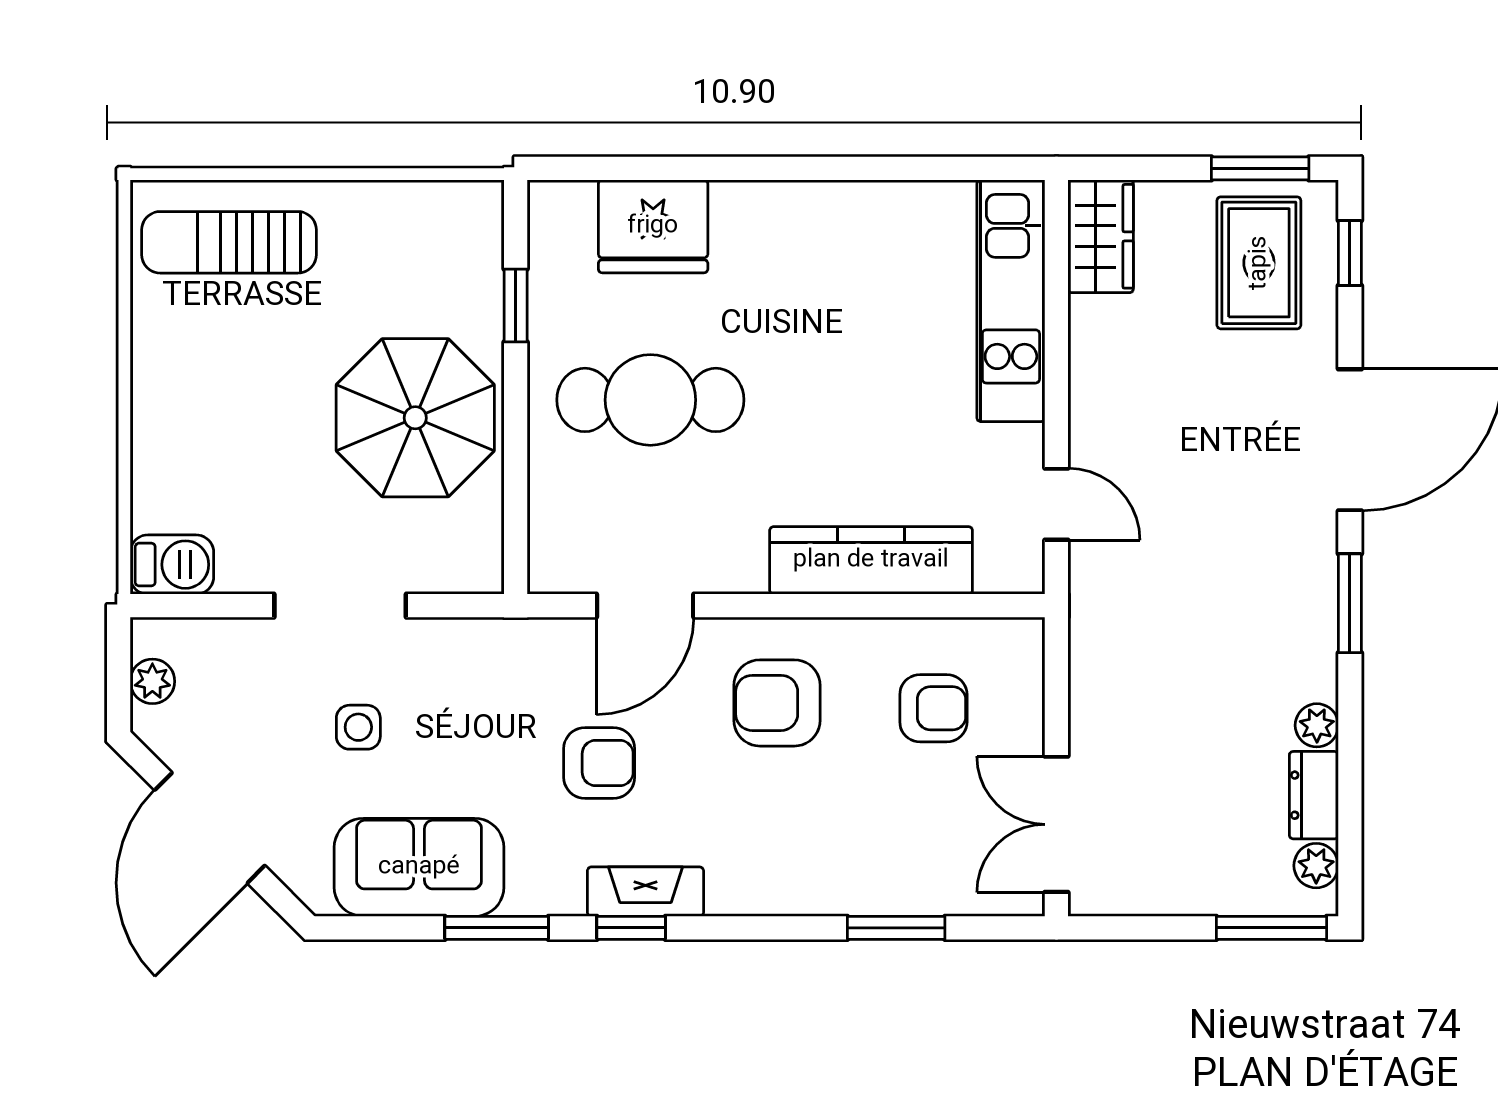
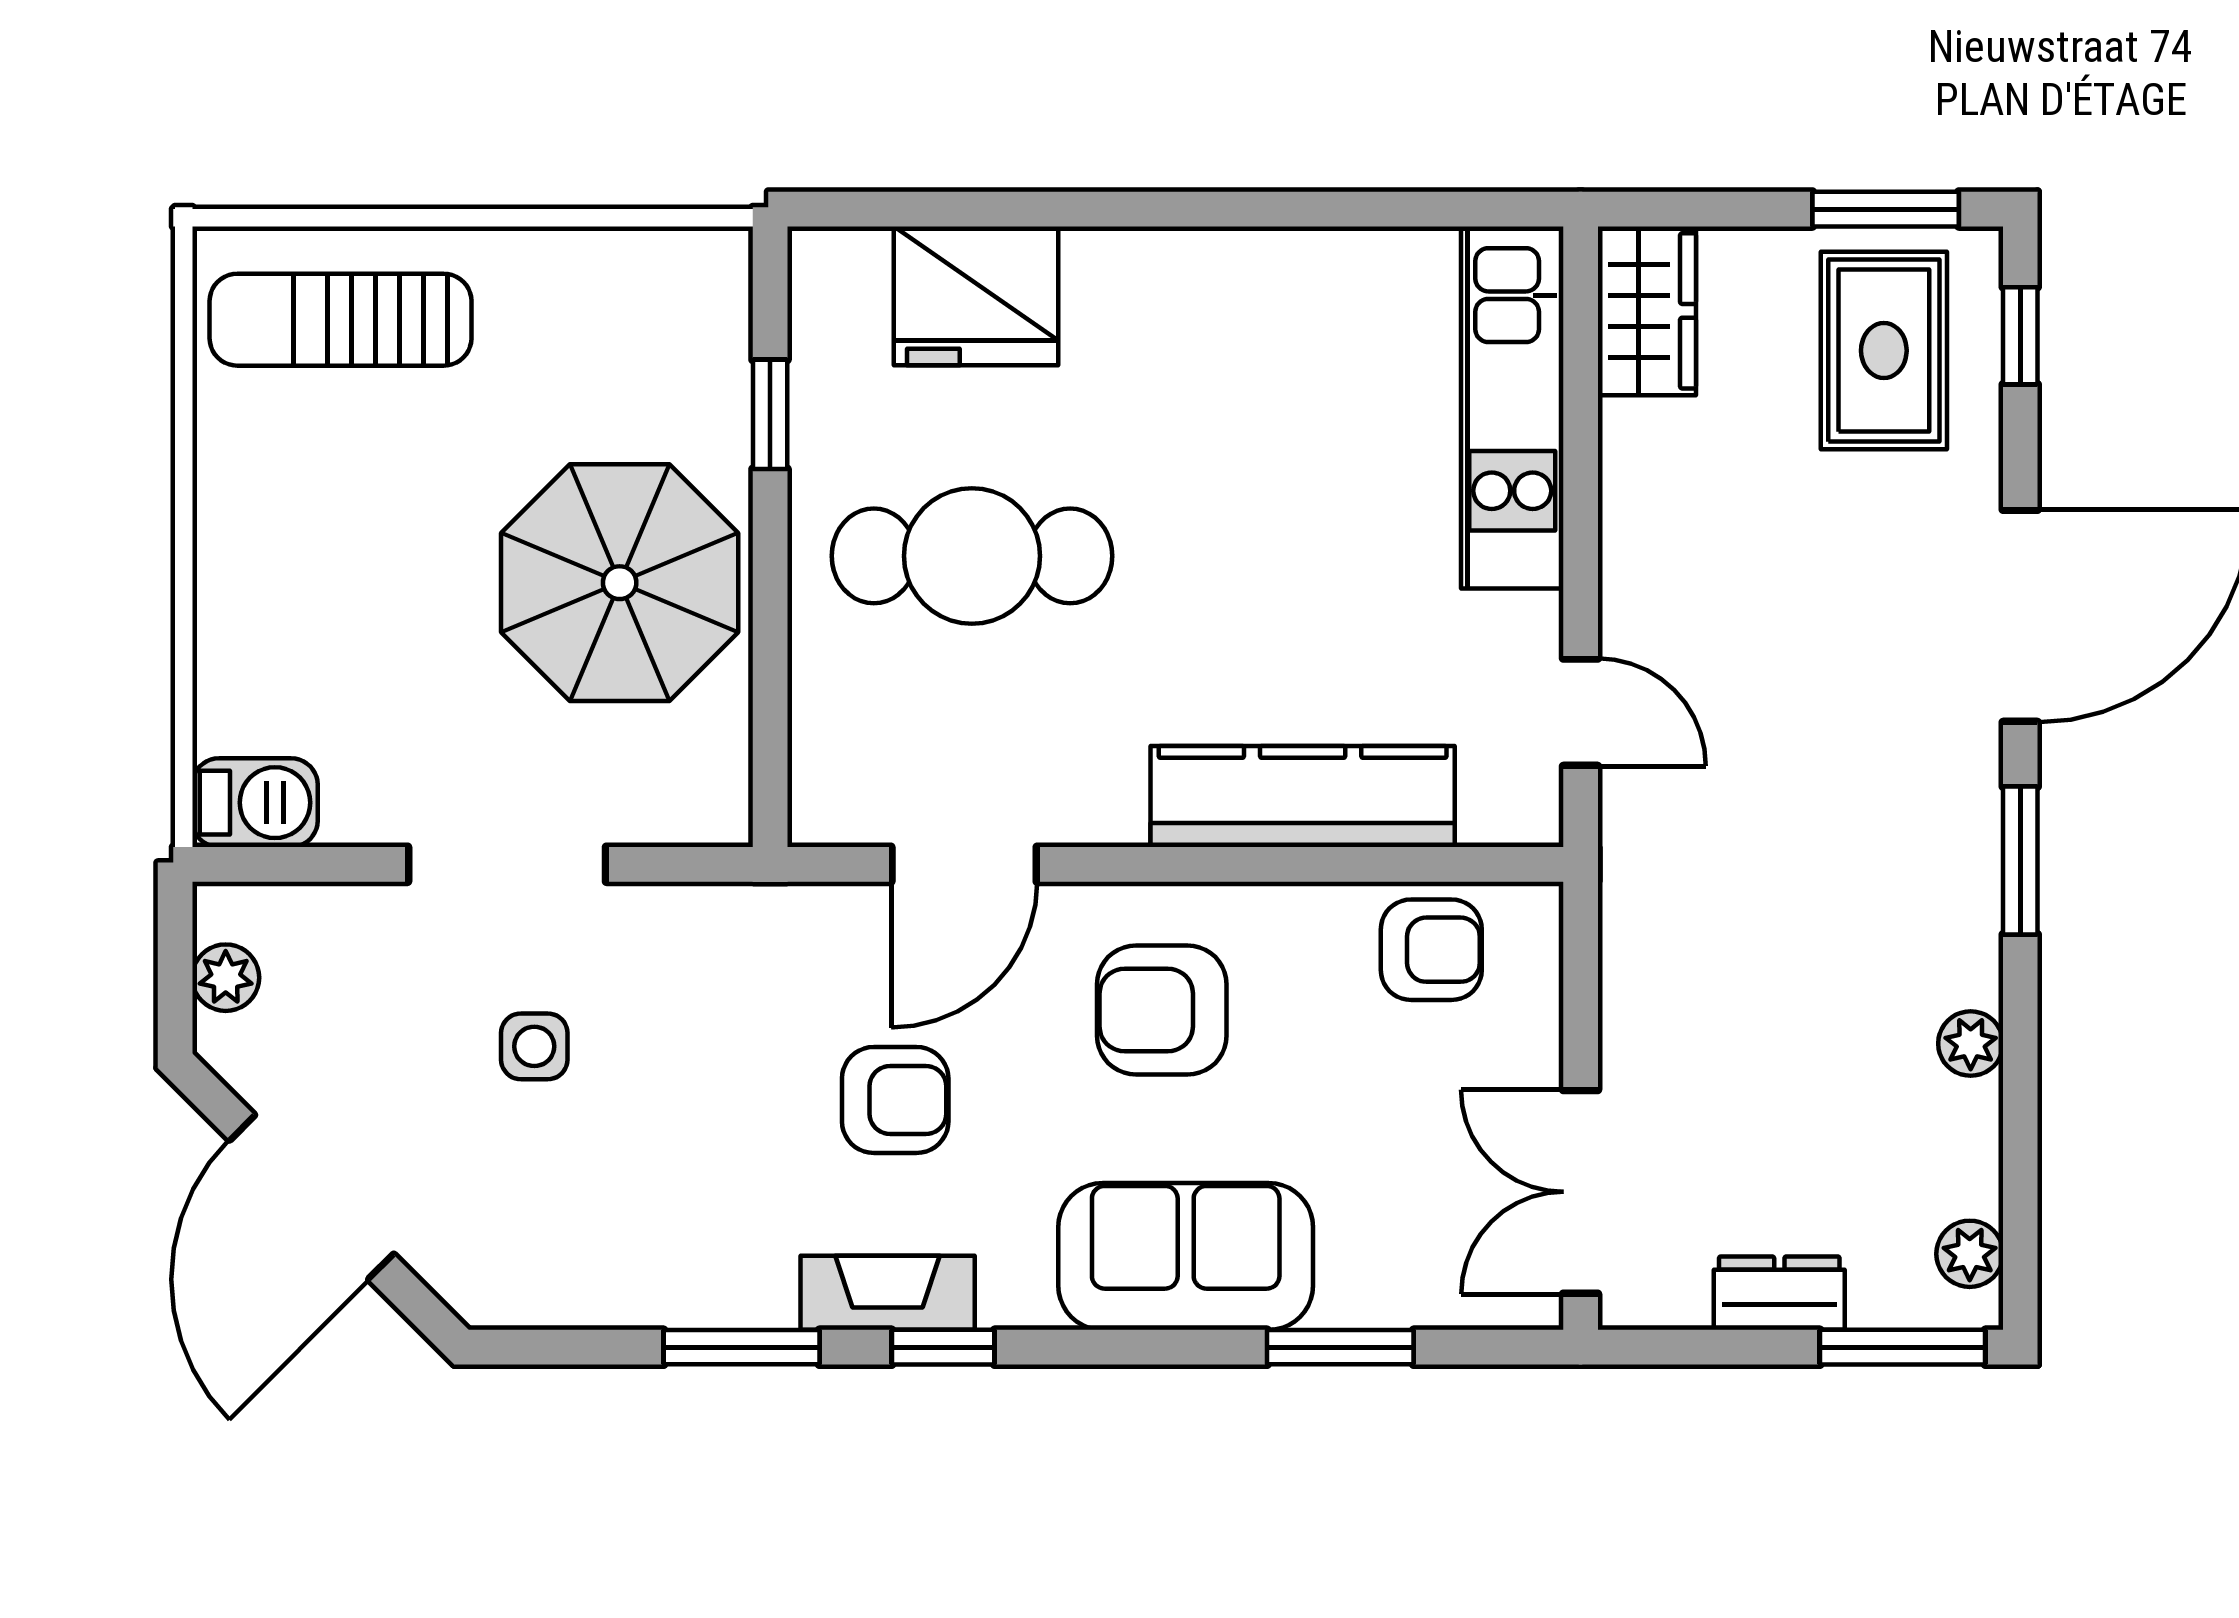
armchair: (933, 708) -> (1431, 950), moved
dresser: (1314, 795) -> (1779, 1293), moved, turned 90
sofa: (419, 867) -> (1186, 1256), moved
fireplace: (645, 892) -> (888, 1293), moved

